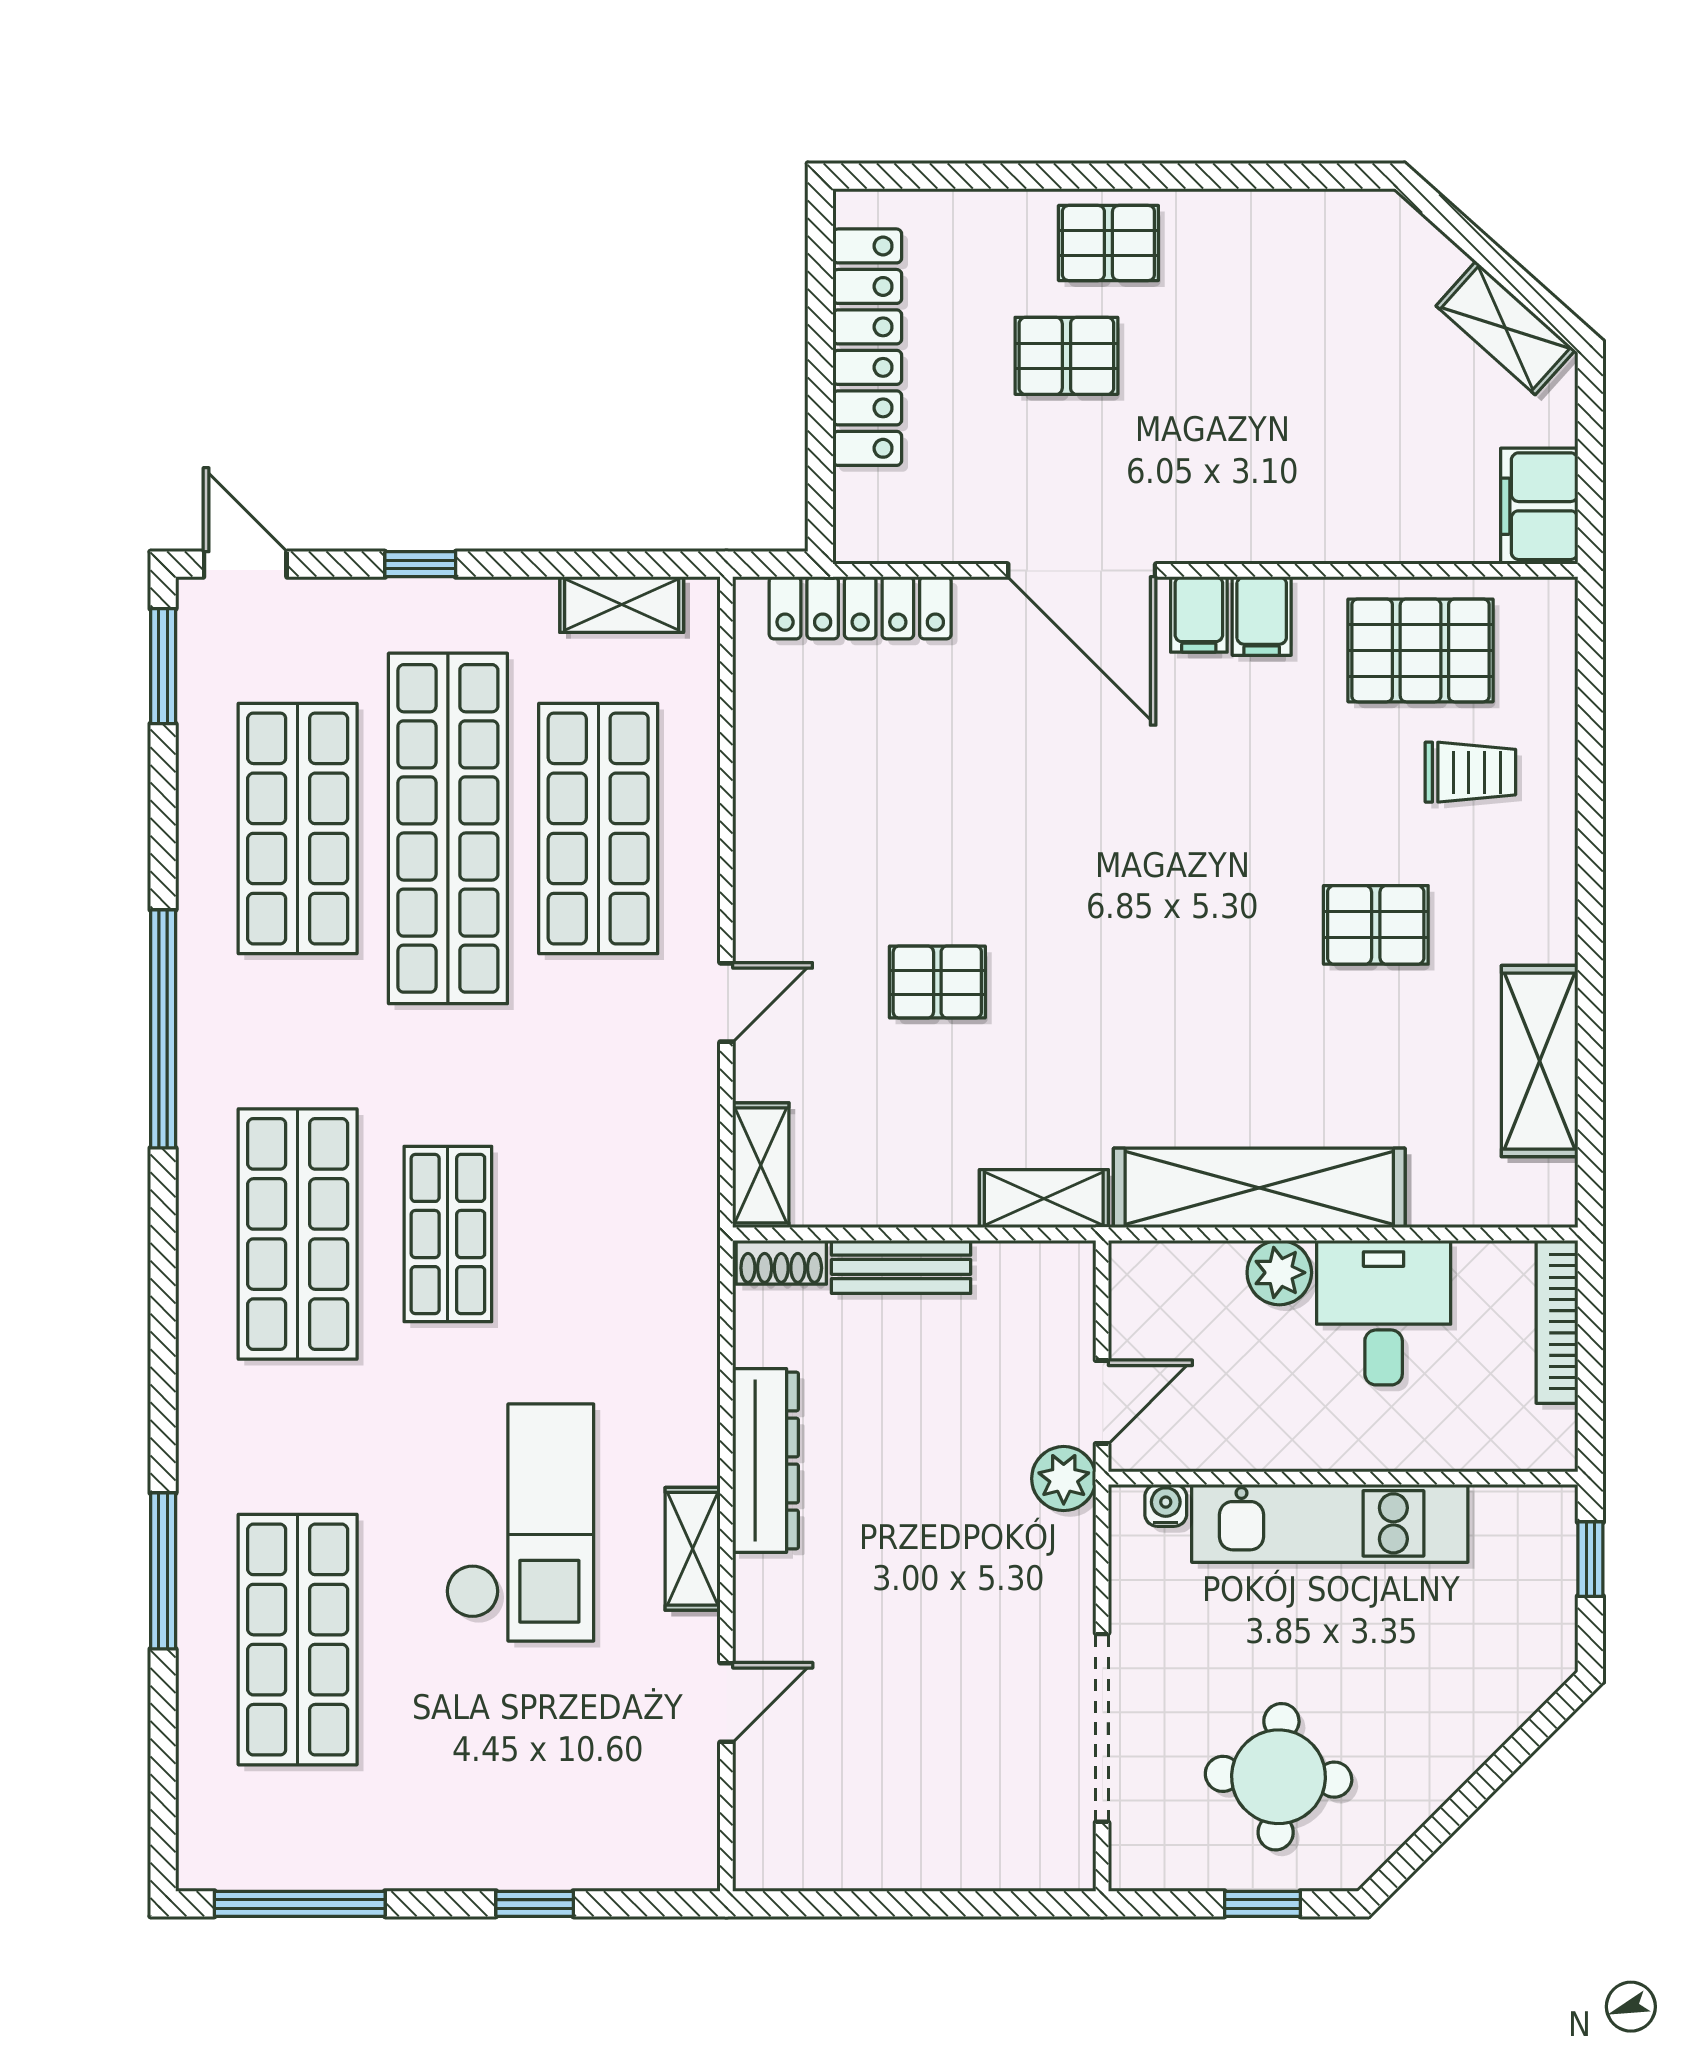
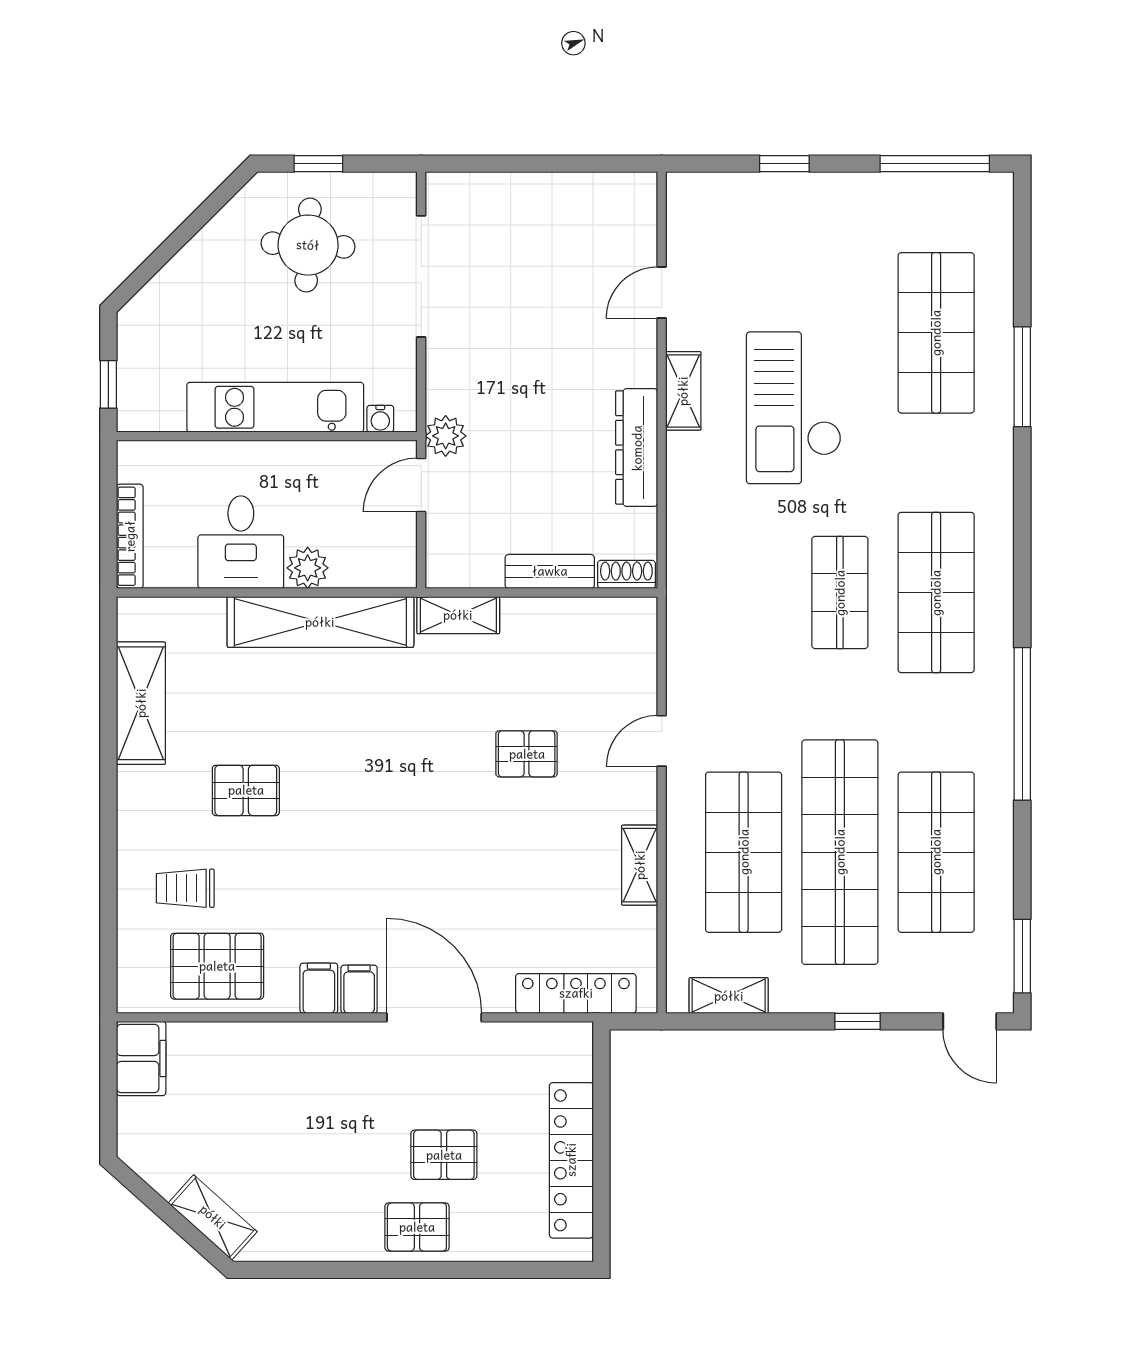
shelving: (1506, 328) -> (213, 1217), moved
shelving: (761, 1165) -> (640, 865), moved

